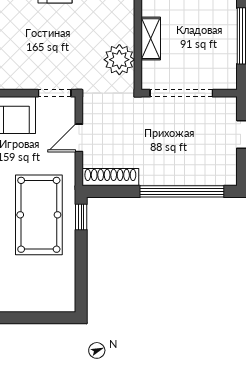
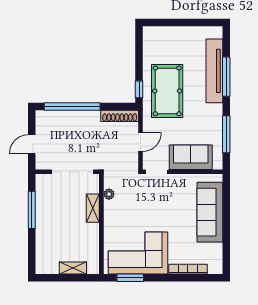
plant: (119, 60) -> (109, 194), width x0.53, depth x0.53

